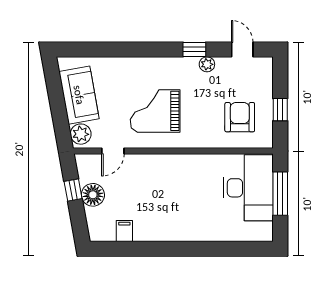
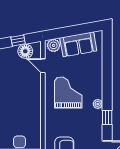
plant: (207, 64) -> (98, 104), moved
floor lamp: (93, 195) -> (25, 51), moved

